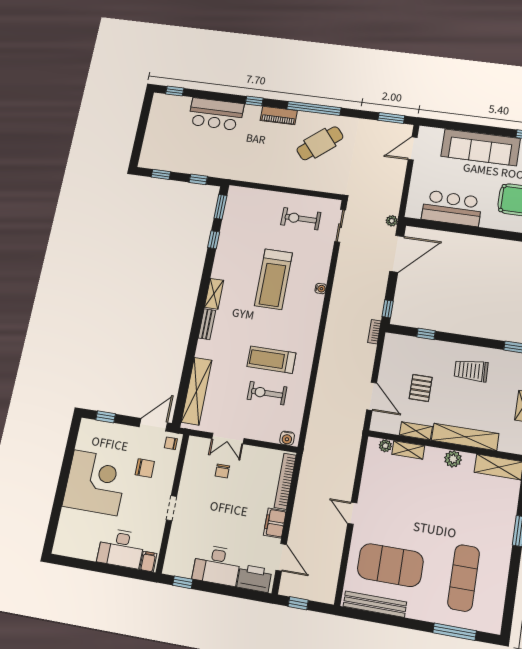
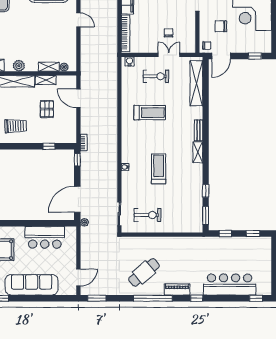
bar counter: (216, 114) -> (230, 285), width x1.36
treadmill: (273, 279) -> (159, 169), width x0.73, depth x0.73
exercise bike: (267, 393) -> (156, 76), moved

